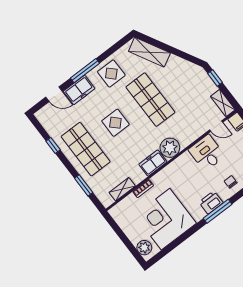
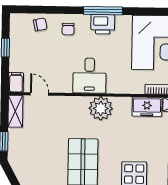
desk: (207, 153) -> (89, 76), moved
freezer: (153, 163) -> (147, 107), moved

